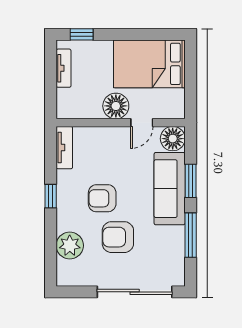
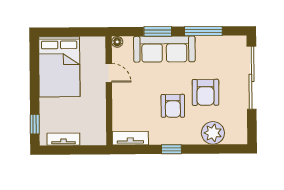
floor lamp: (116, 106) -> (95, 95), removed
floor lamp: (173, 139) -> (117, 42), width x0.53, depth x0.53

